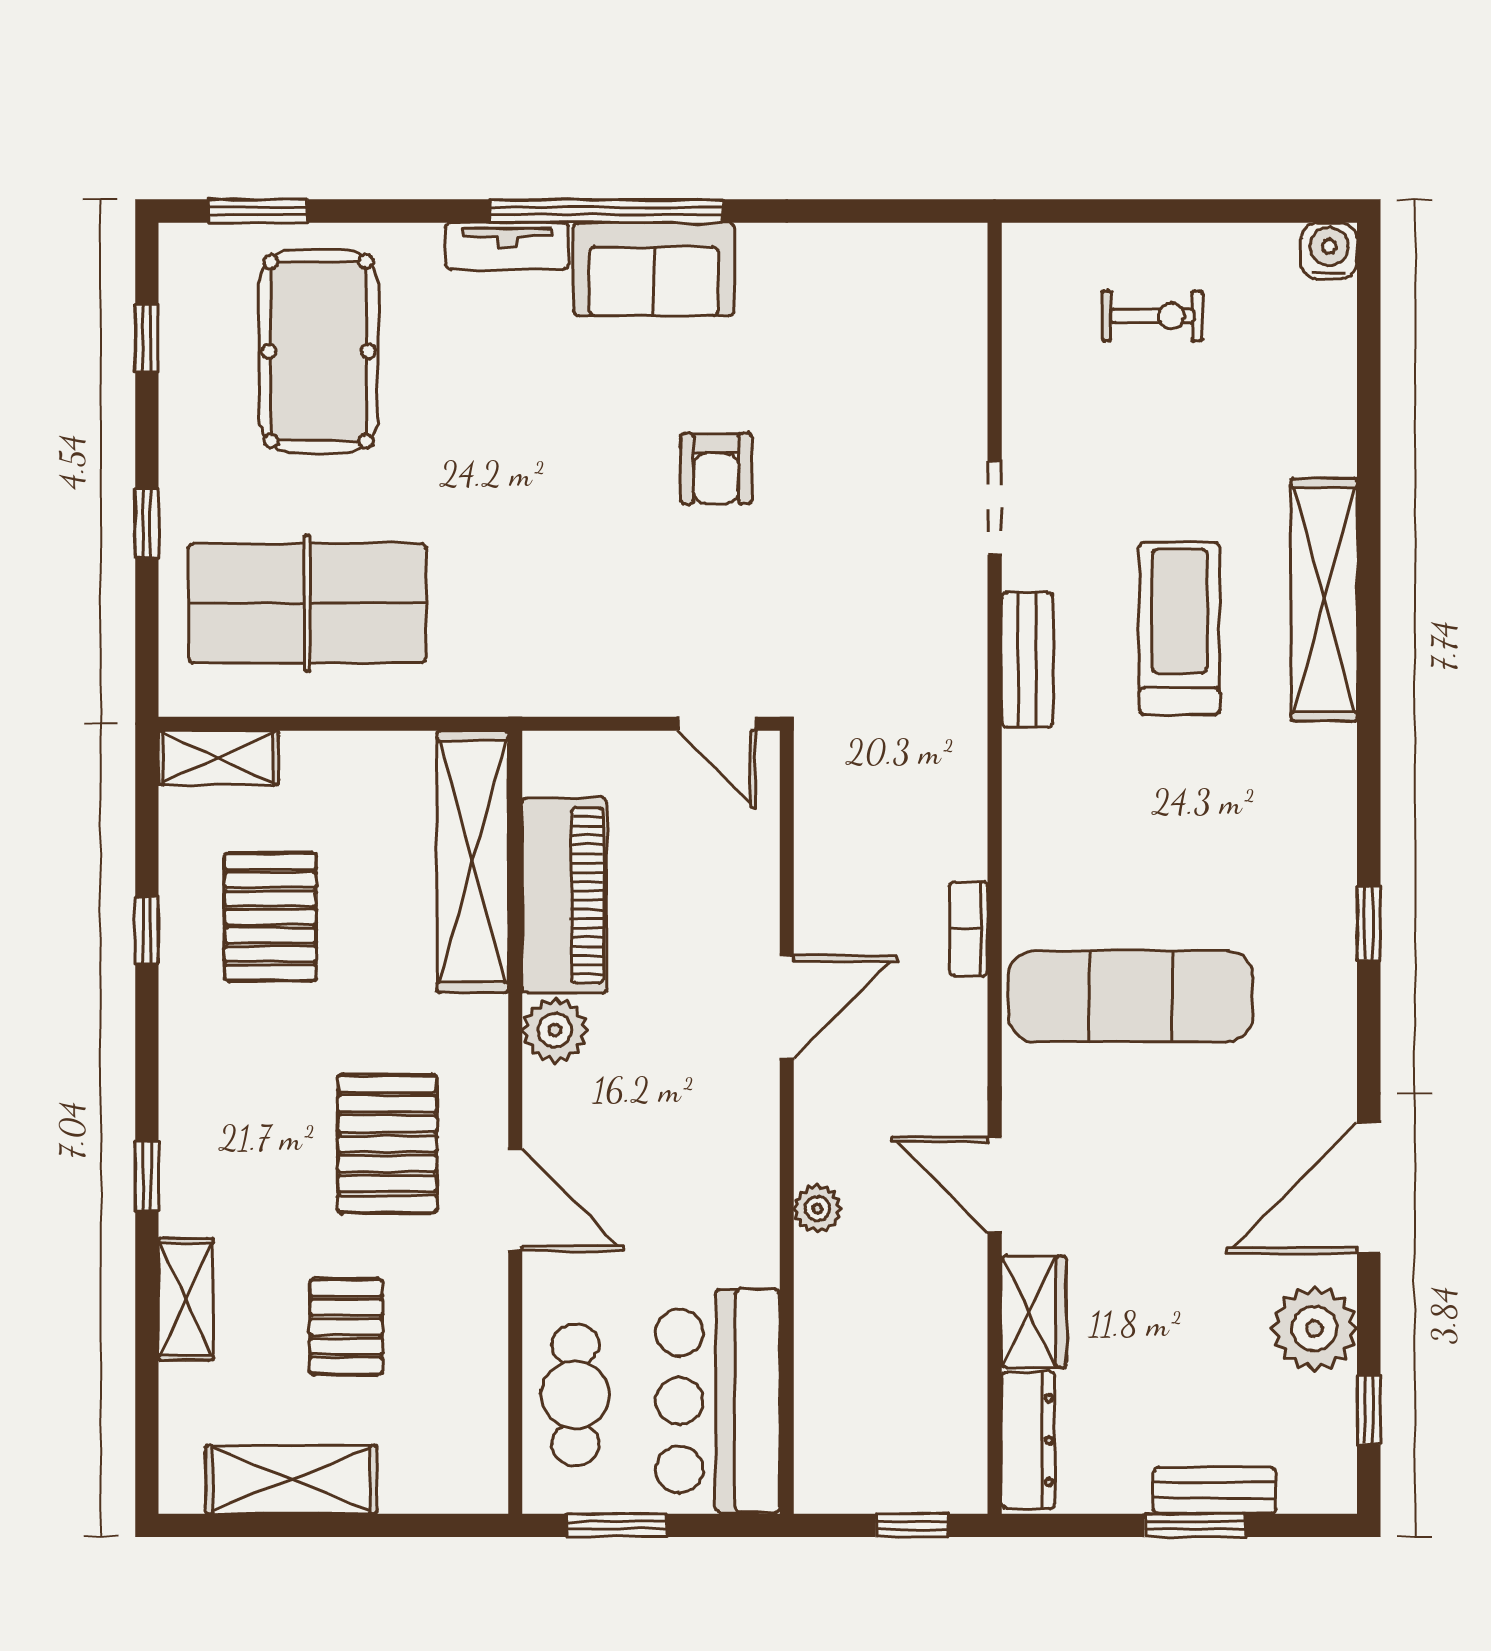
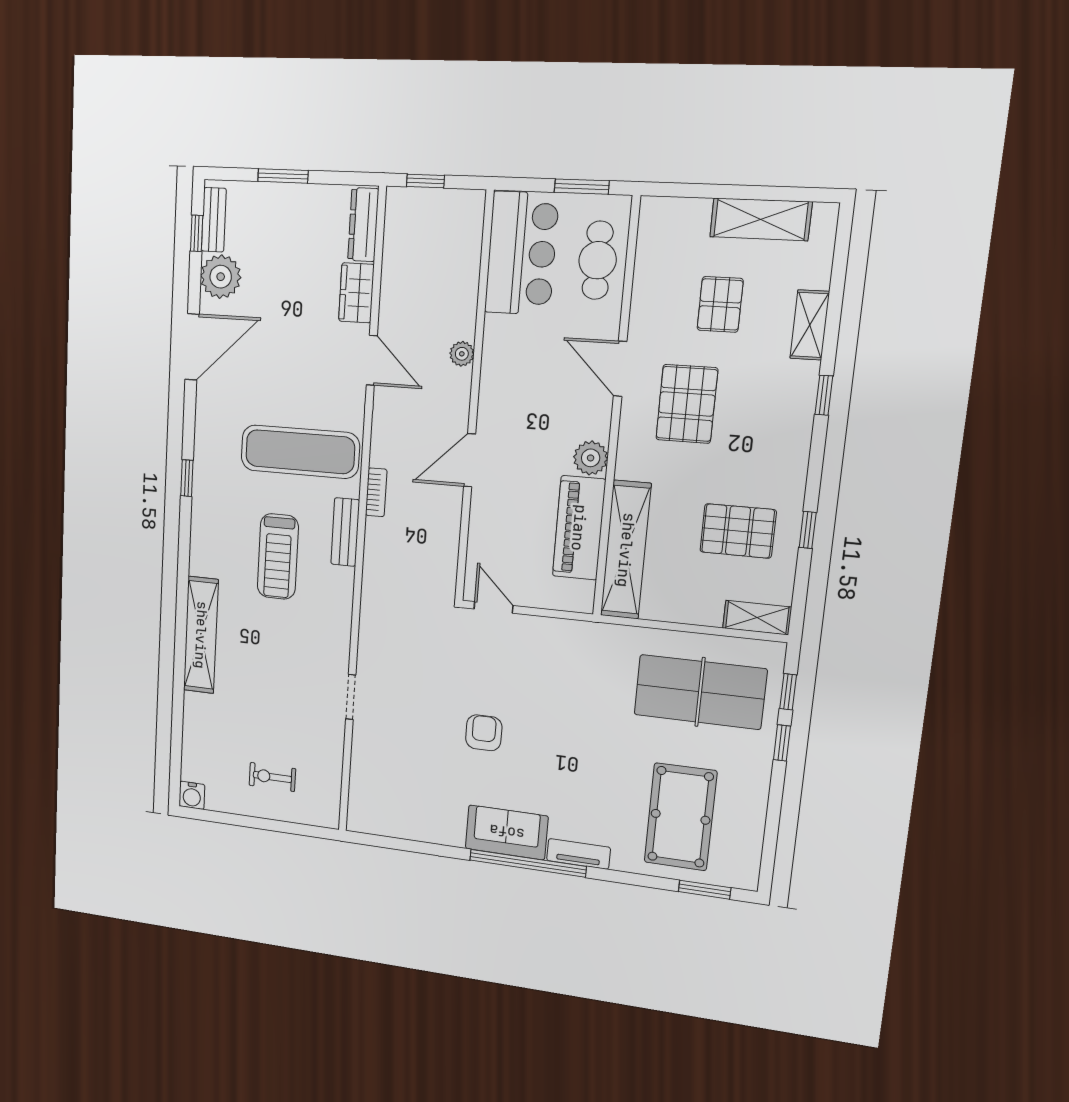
window: (147, 338) -> (788, 692), moved
treadmill: (1180, 628) -> (278, 556), moved
bench: (1027, 660) -> (345, 532), moved
pallet: (270, 917) -> (738, 531), turned 90
bench: (1215, 1490) -> (214, 220), moved, turned 90

